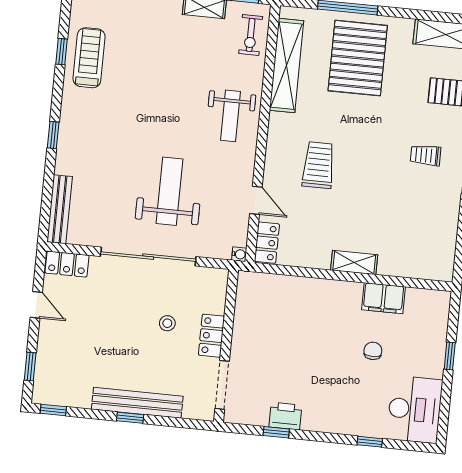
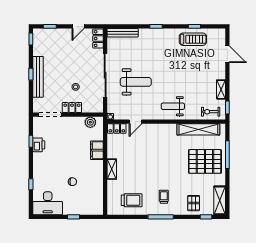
trolley: (318, 165) -> (132, 200), moved
filing cabinet: (383, 298) -> (97, 150), moved
plant: (247, 299) -> (90, 122), added

